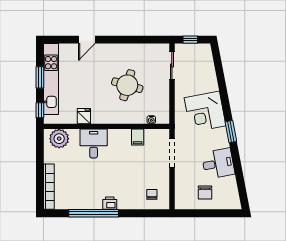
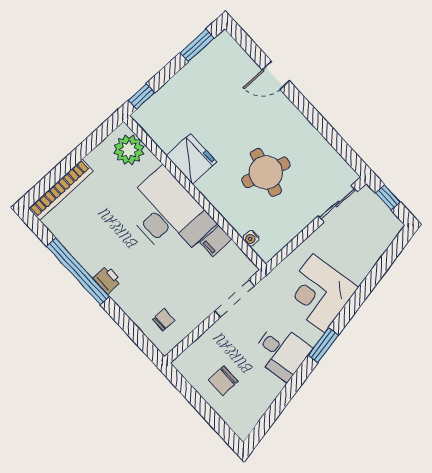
window: (40, 77) -> (197, 45), moved
kitchen unit: (51, 79) -> (191, 76), removed
fridge: (84, 116) -> (191, 159), width x1.88, depth x1.34
desk: (94, 144) -> (168, 214), width x1.87, depth x1.30
desk: (218, 164) -> (281, 352), moved

